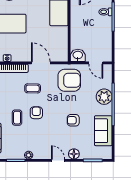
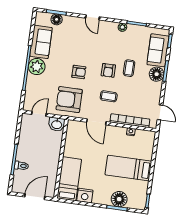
door: (96, 63) -> (39, 114), hinge flipped
plant: (104, 97) -> (37, 67), moved
armchair: (73, 120) -> (79, 72), moved
floor lamp: (74, 154) -> (57, 19), moved

